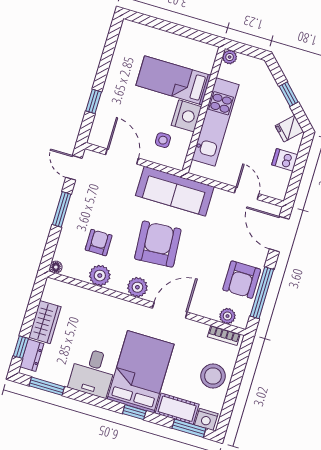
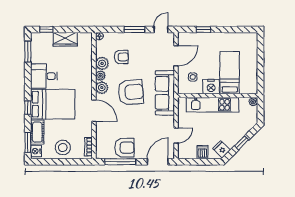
armchair: (242, 280) -> (124, 148), turned 180
plant: (227, 316) -> (101, 76), moved
dresser: (32, 355) -> (43, 37), removed

